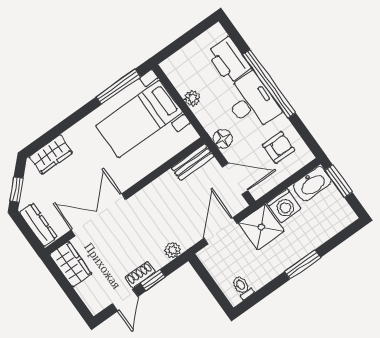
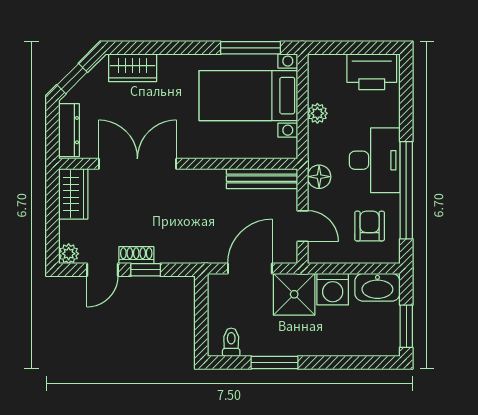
printer: (229, 60) -> (372, 72), moved, turned -90
window: (269, 84) -> (406, 190), moved
armchair: (279, 147) -> (370, 226), turned -90
bench: (193, 162) -> (262, 179), width x1.36
door: (235, 179) -> (302, 226), width x0.73
window: (339, 181) -> (406, 326), moved
plant: (173, 250) -> (69, 254), moved
window: (302, 265) -> (274, 363), moved

